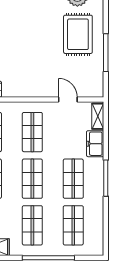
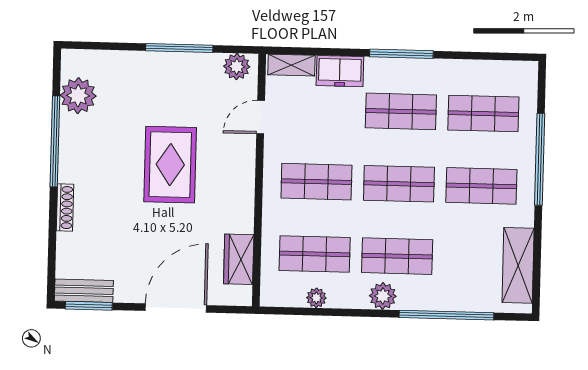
rug: (78, 34) -> (170, 165), moved, turned 90
plant: (96, 85) -> (237, 67), added

